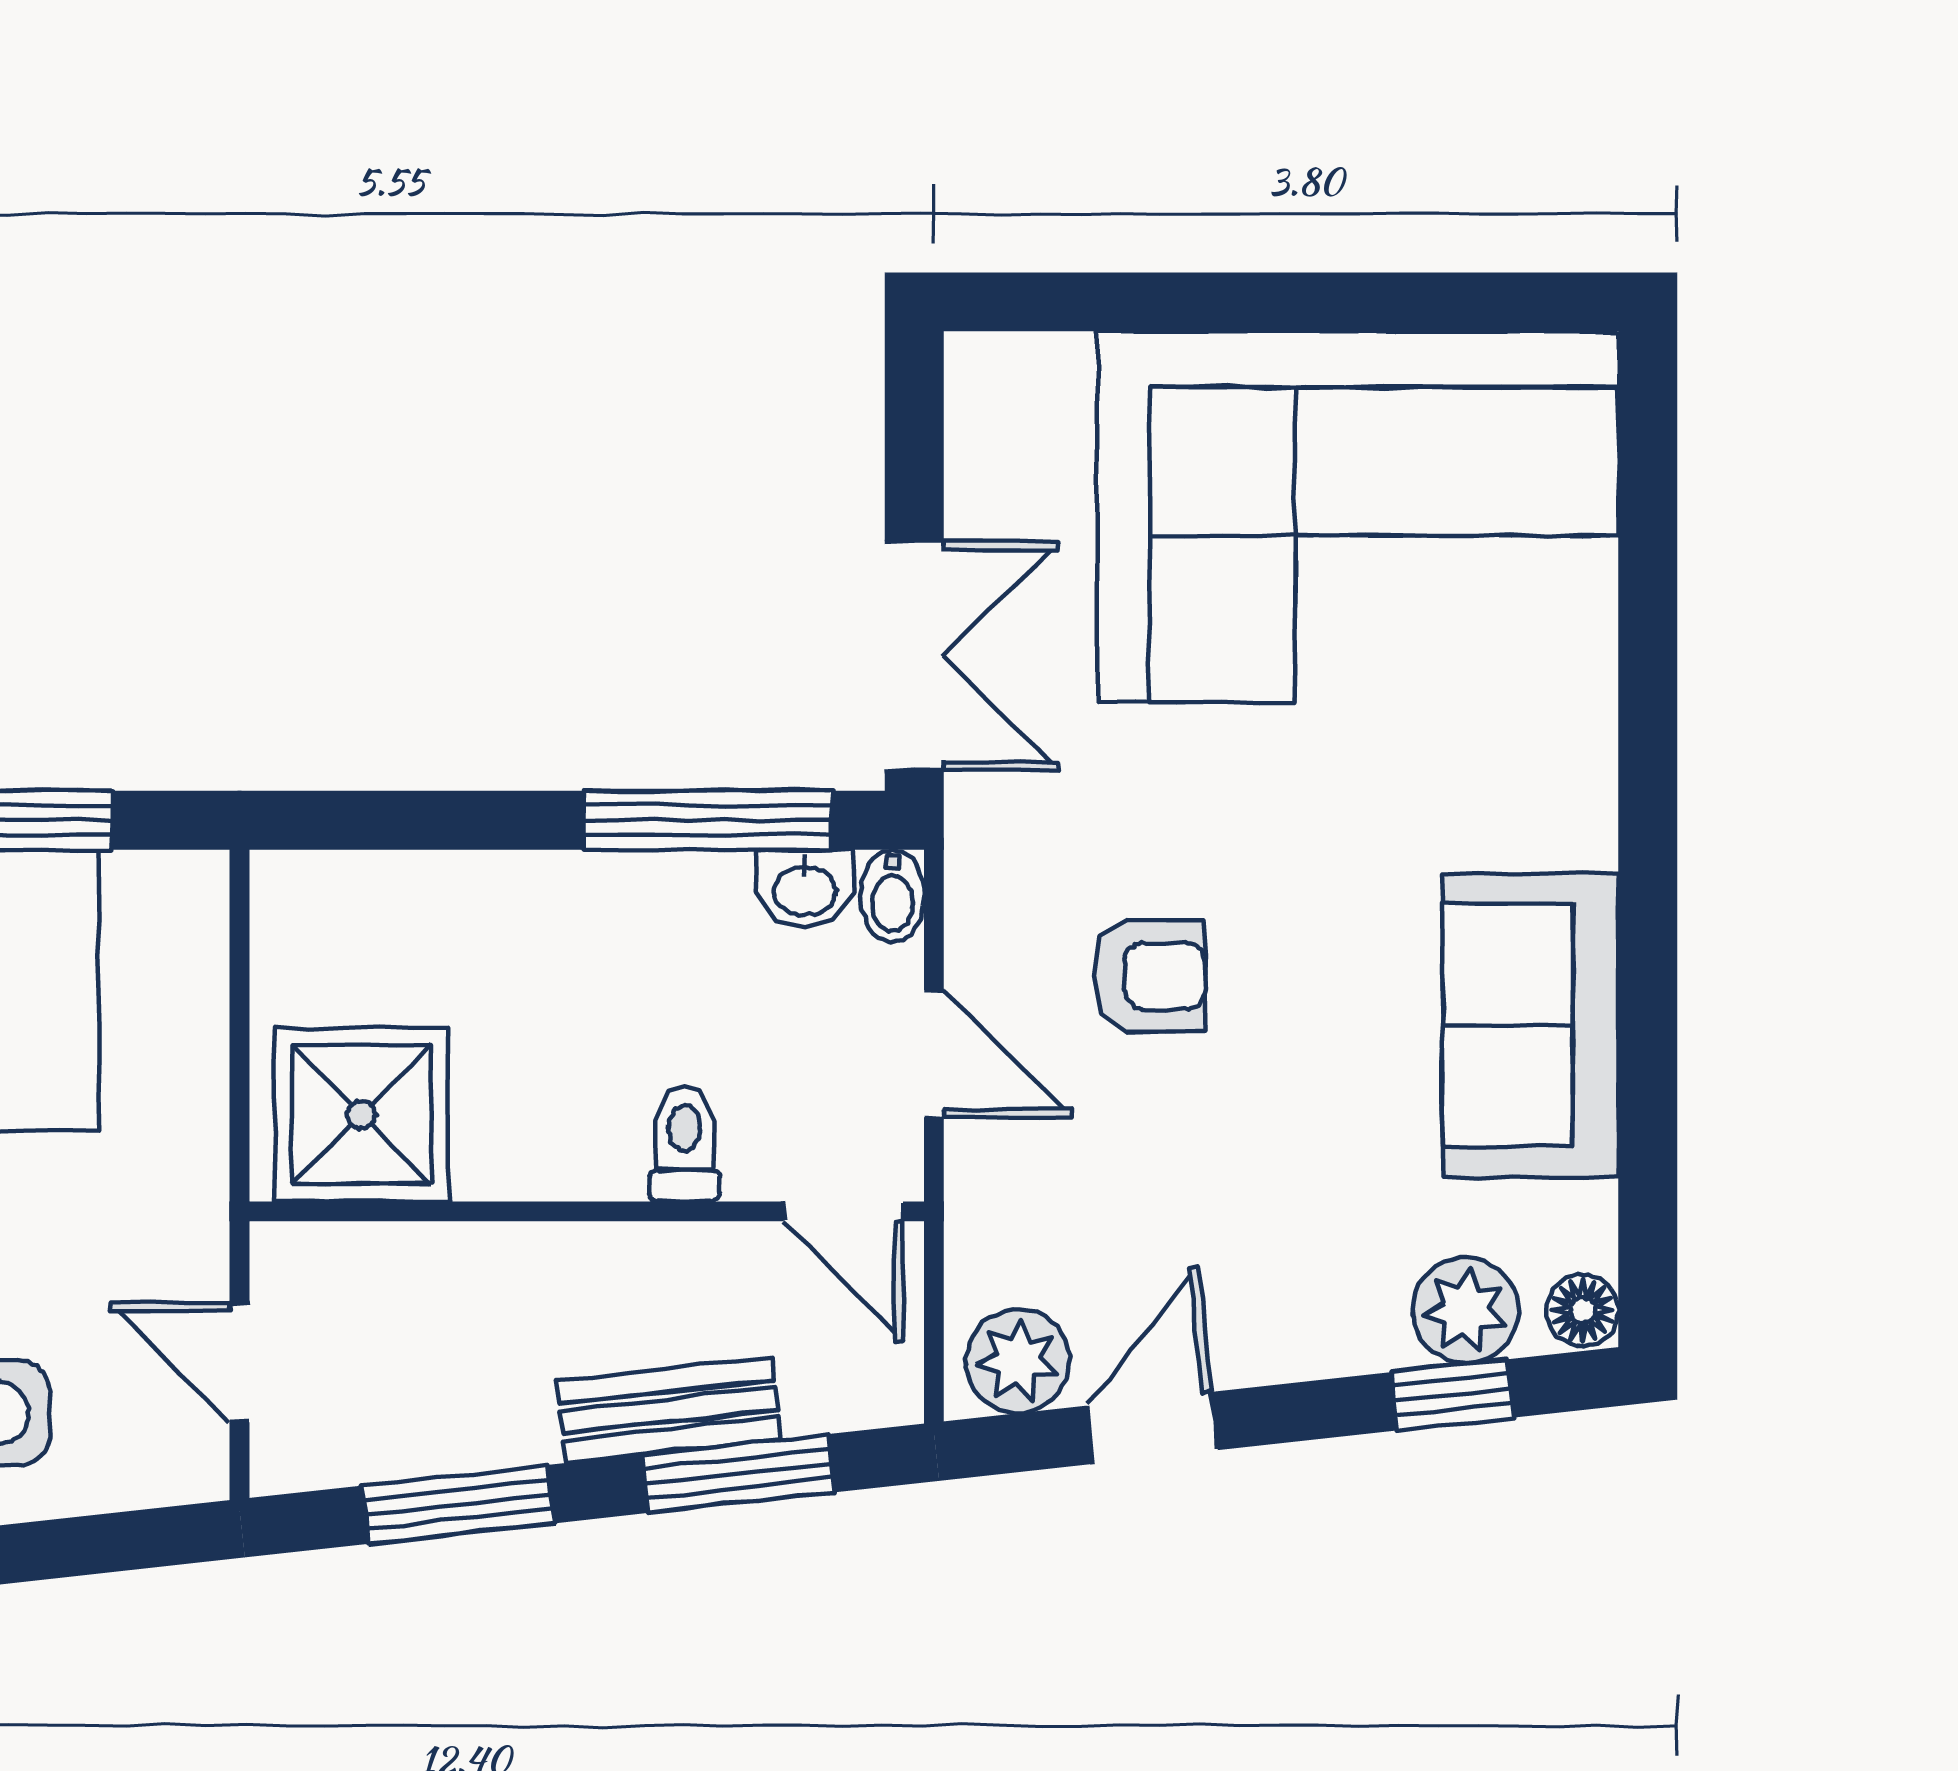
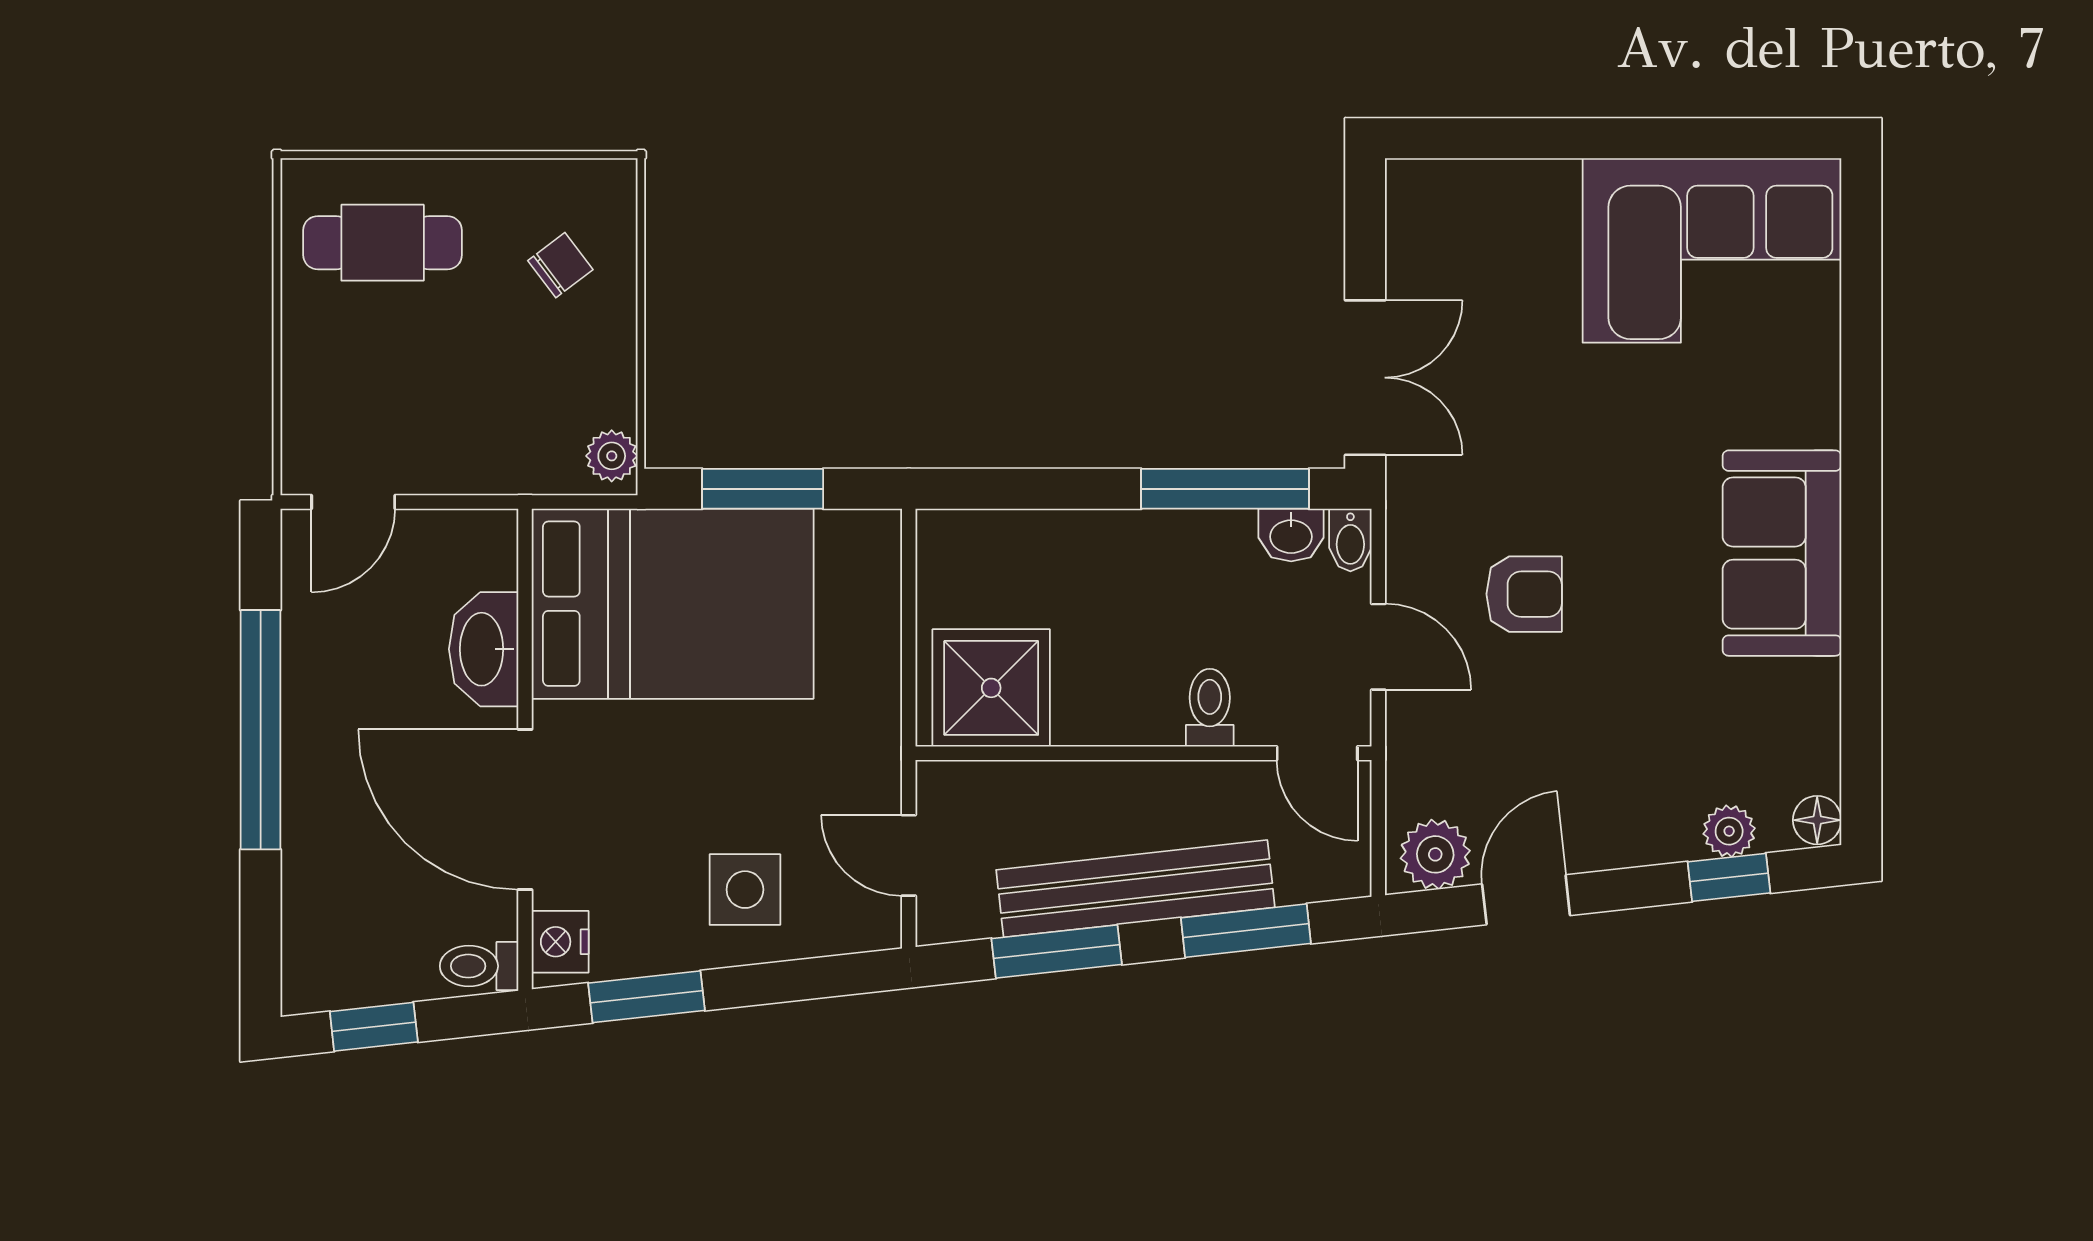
corner sofa: (1358, 517) -> (1712, 250), width x0.73, depth x0.74
sofa: (1531, 1025) -> (1782, 553), moved
plant: (1465, 1310) -> (1729, 831), width x0.73, depth x0.73
bench: (669, 1410) -> (1136, 889), width x1.86, depth x1.21

